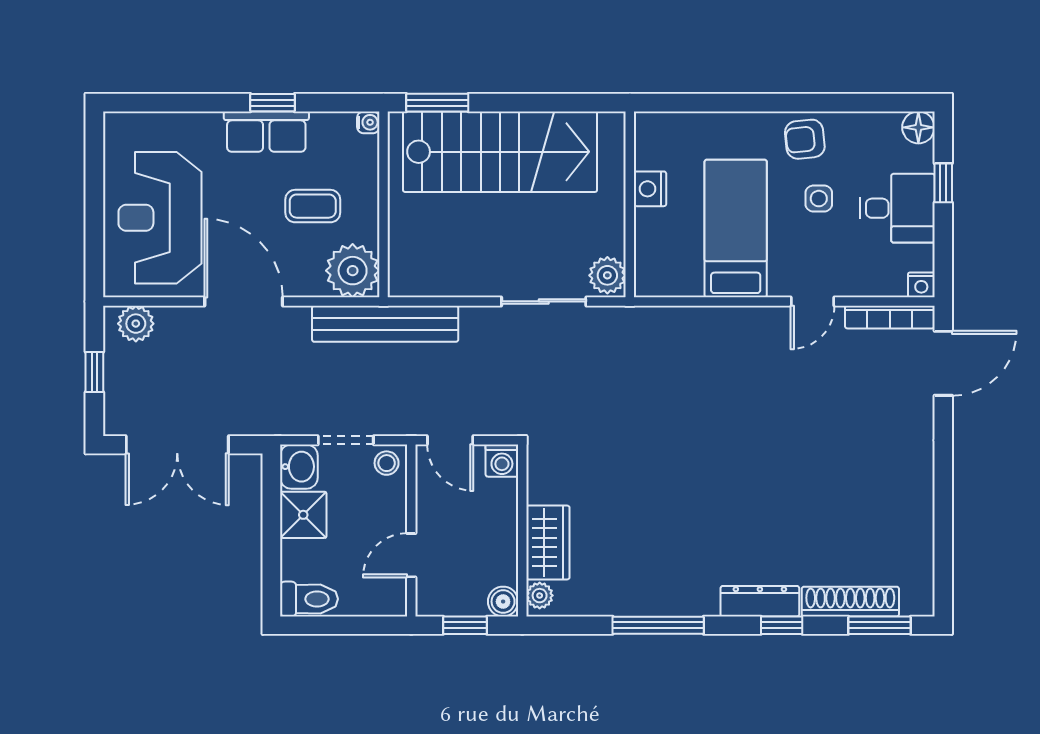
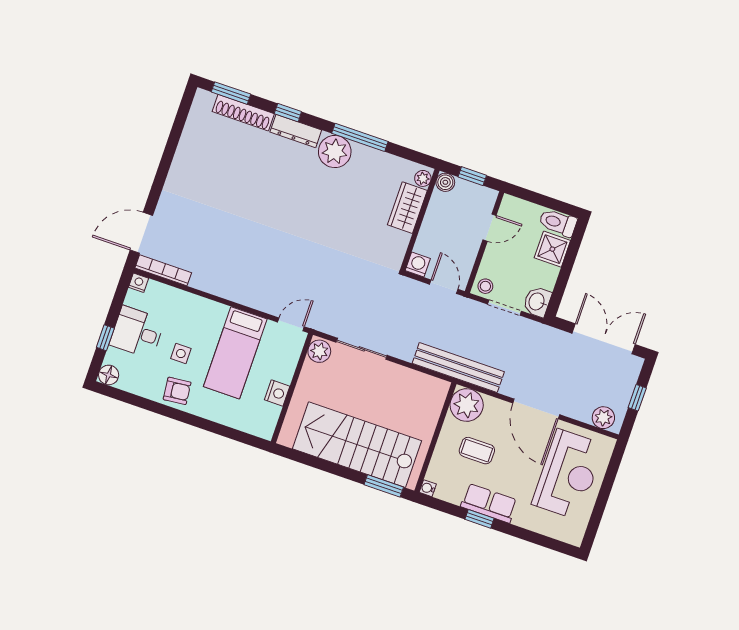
door: (813, 301) -> (291, 324), moved
shower: (303, 515) -> (552, 249), moved
plant: (689, 590) -> (335, 152), added

